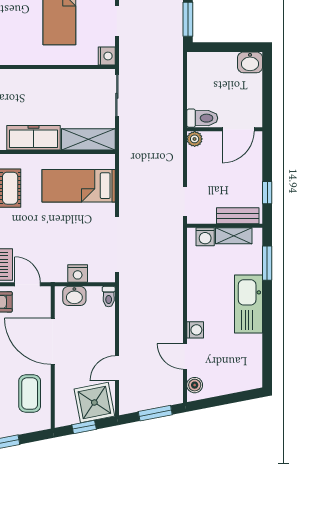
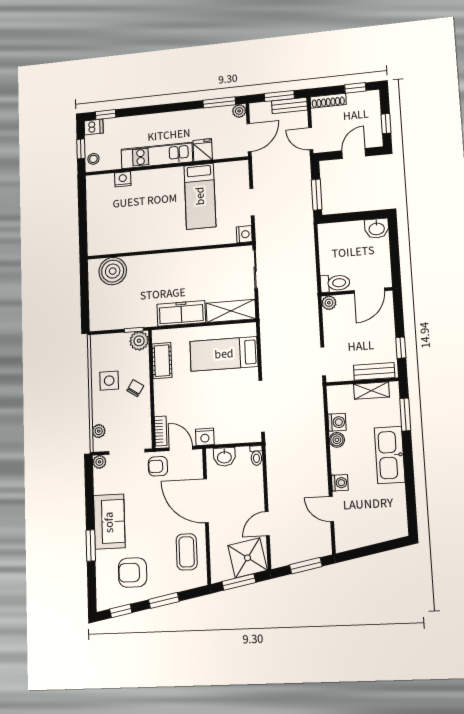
washing machine: (205, 237) -> (337, 422), moved, turned -90
nightstand: (78, 274) -> (205, 437), moved
boiler: (195, 385) -> (337, 440), moved
window: (84, 427) -> (239, 582), width x1.50

